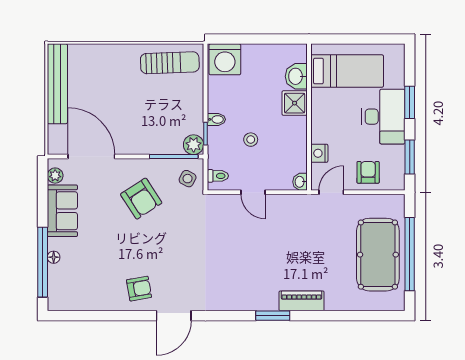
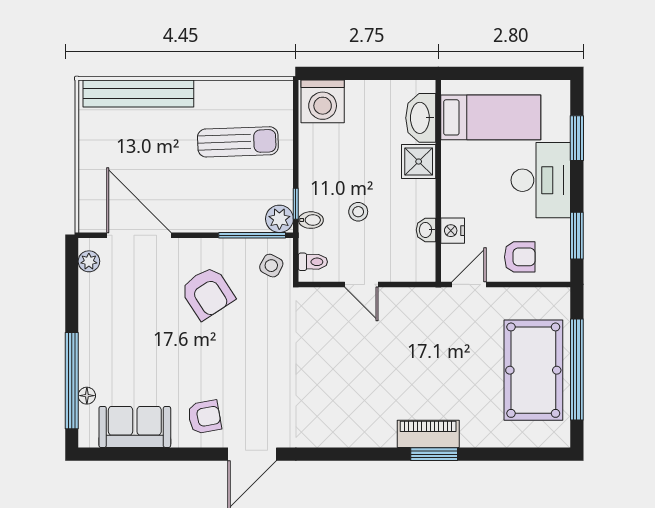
sun lounger: (170, 63) -> (238, 142), moved
washbasin: (296, 76) -> (421, 118), width x1.38
bench: (57, 84) -> (138, 94), moved, turned 90
window: (410, 102) -> (577, 138), moved
bidet: (216, 119) -> (311, 220), moved
armchair: (368, 172) -> (520, 257), turned 90
washbasin: (300, 182) -> (426, 230), moved
sofa: (62, 211) -> (135, 427), moved, turned -90
floor lamp: (54, 257) -> (87, 396), moved
window: (273, 316) -> (434, 454), moved

